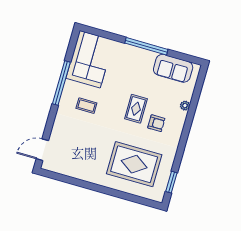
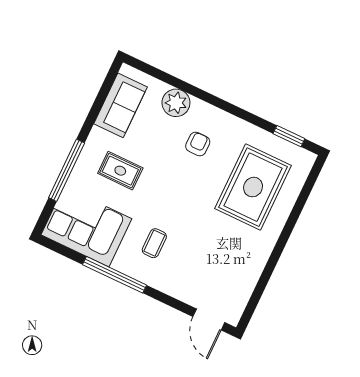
window: (146, 46) -> (67, 170), moved
plant: (185, 106) -> (176, 103), width x1.88, depth x1.88
rug: (136, 109) -> (120, 171), moved

